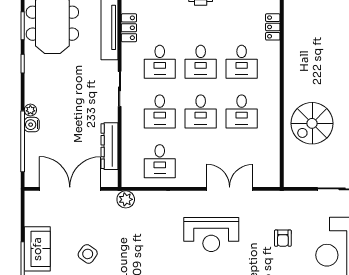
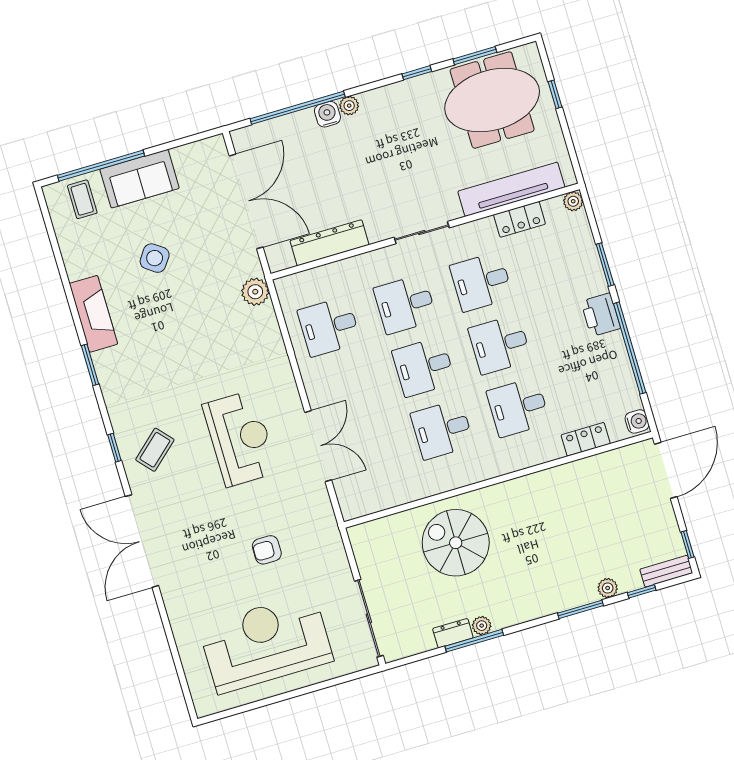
reception desk: (211, 234) -> (240, 439), turned 180

